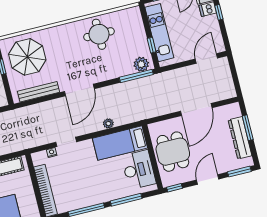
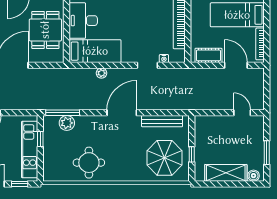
plant: (141, 64) -> (67, 123), moved

